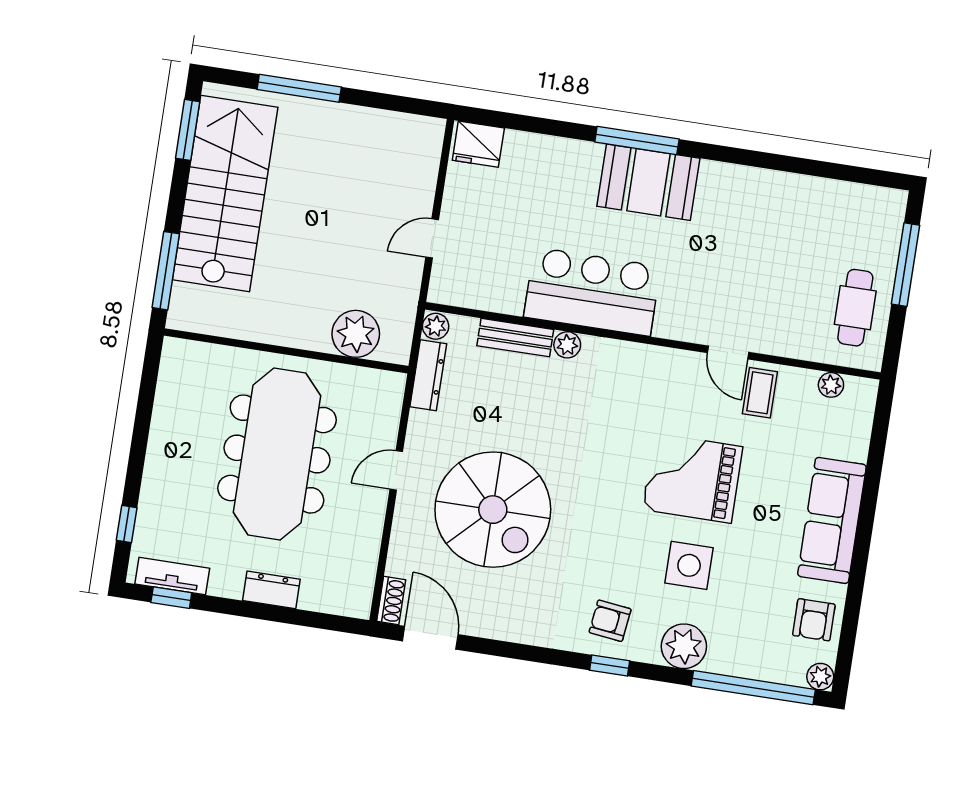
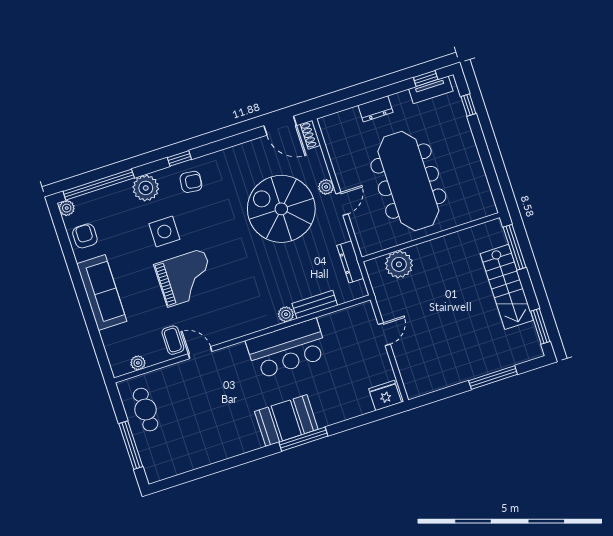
stairs: (225, 193) -> (507, 287), width x0.73, depth x0.66
plant: (436, 326) -> (326, 187), moved

